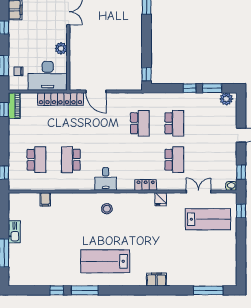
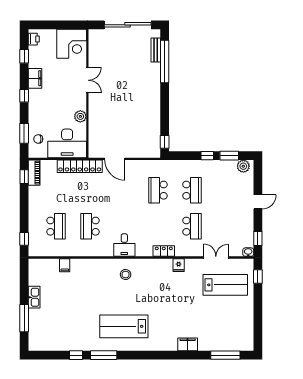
school desk: (140, 123) -> (158, 190), turned 180
filing cabinet: (156, 279) -> (188, 344), moved

